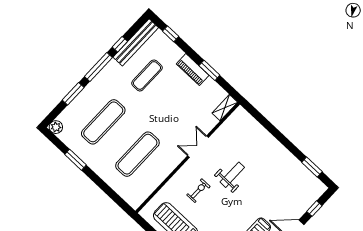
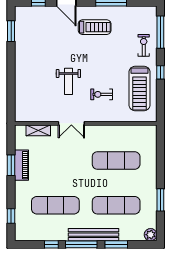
bench: (136, 42) -> (93, 235), moved
piano: (193, 70) -> (21, 165), moved
exercise mat: (147, 75) -> (55, 205), width x1.36, depth x1.45
shelving: (225, 108) -> (38, 130), moved
weight bench: (232, 175) -> (68, 81), turned -90

